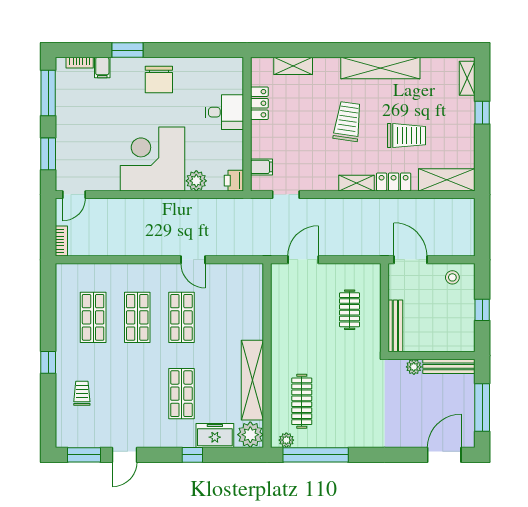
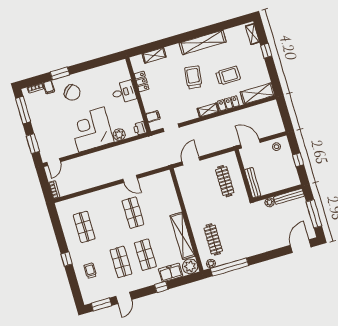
chair: (159, 79) -> (72, 93), moved, turned -45
clothes rail: (350, 310) -> (225, 181), width x1.36
shop shelf: (137, 317) -> (121, 262), moved

